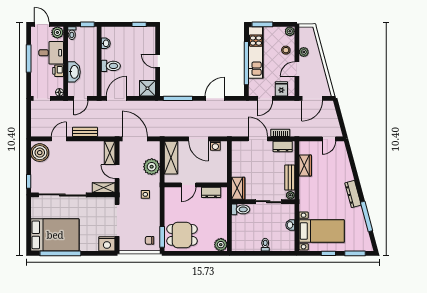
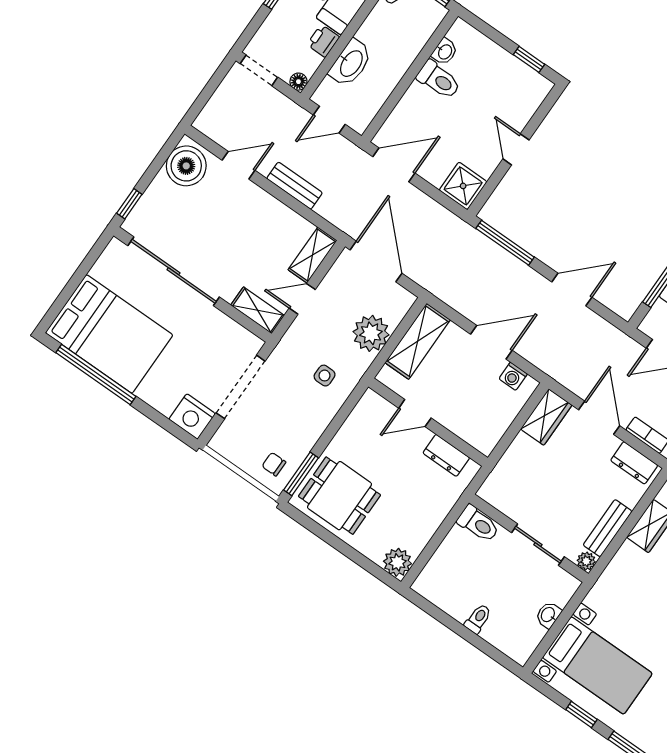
toilet: (111, 66) -> (439, 80), moved
door: (198, 139) -> (491, 342), swing flipped
door: (117, 172) -> (302, 299), hinge flipped
wardrobe: (238, 188) -> (546, 417), moved

